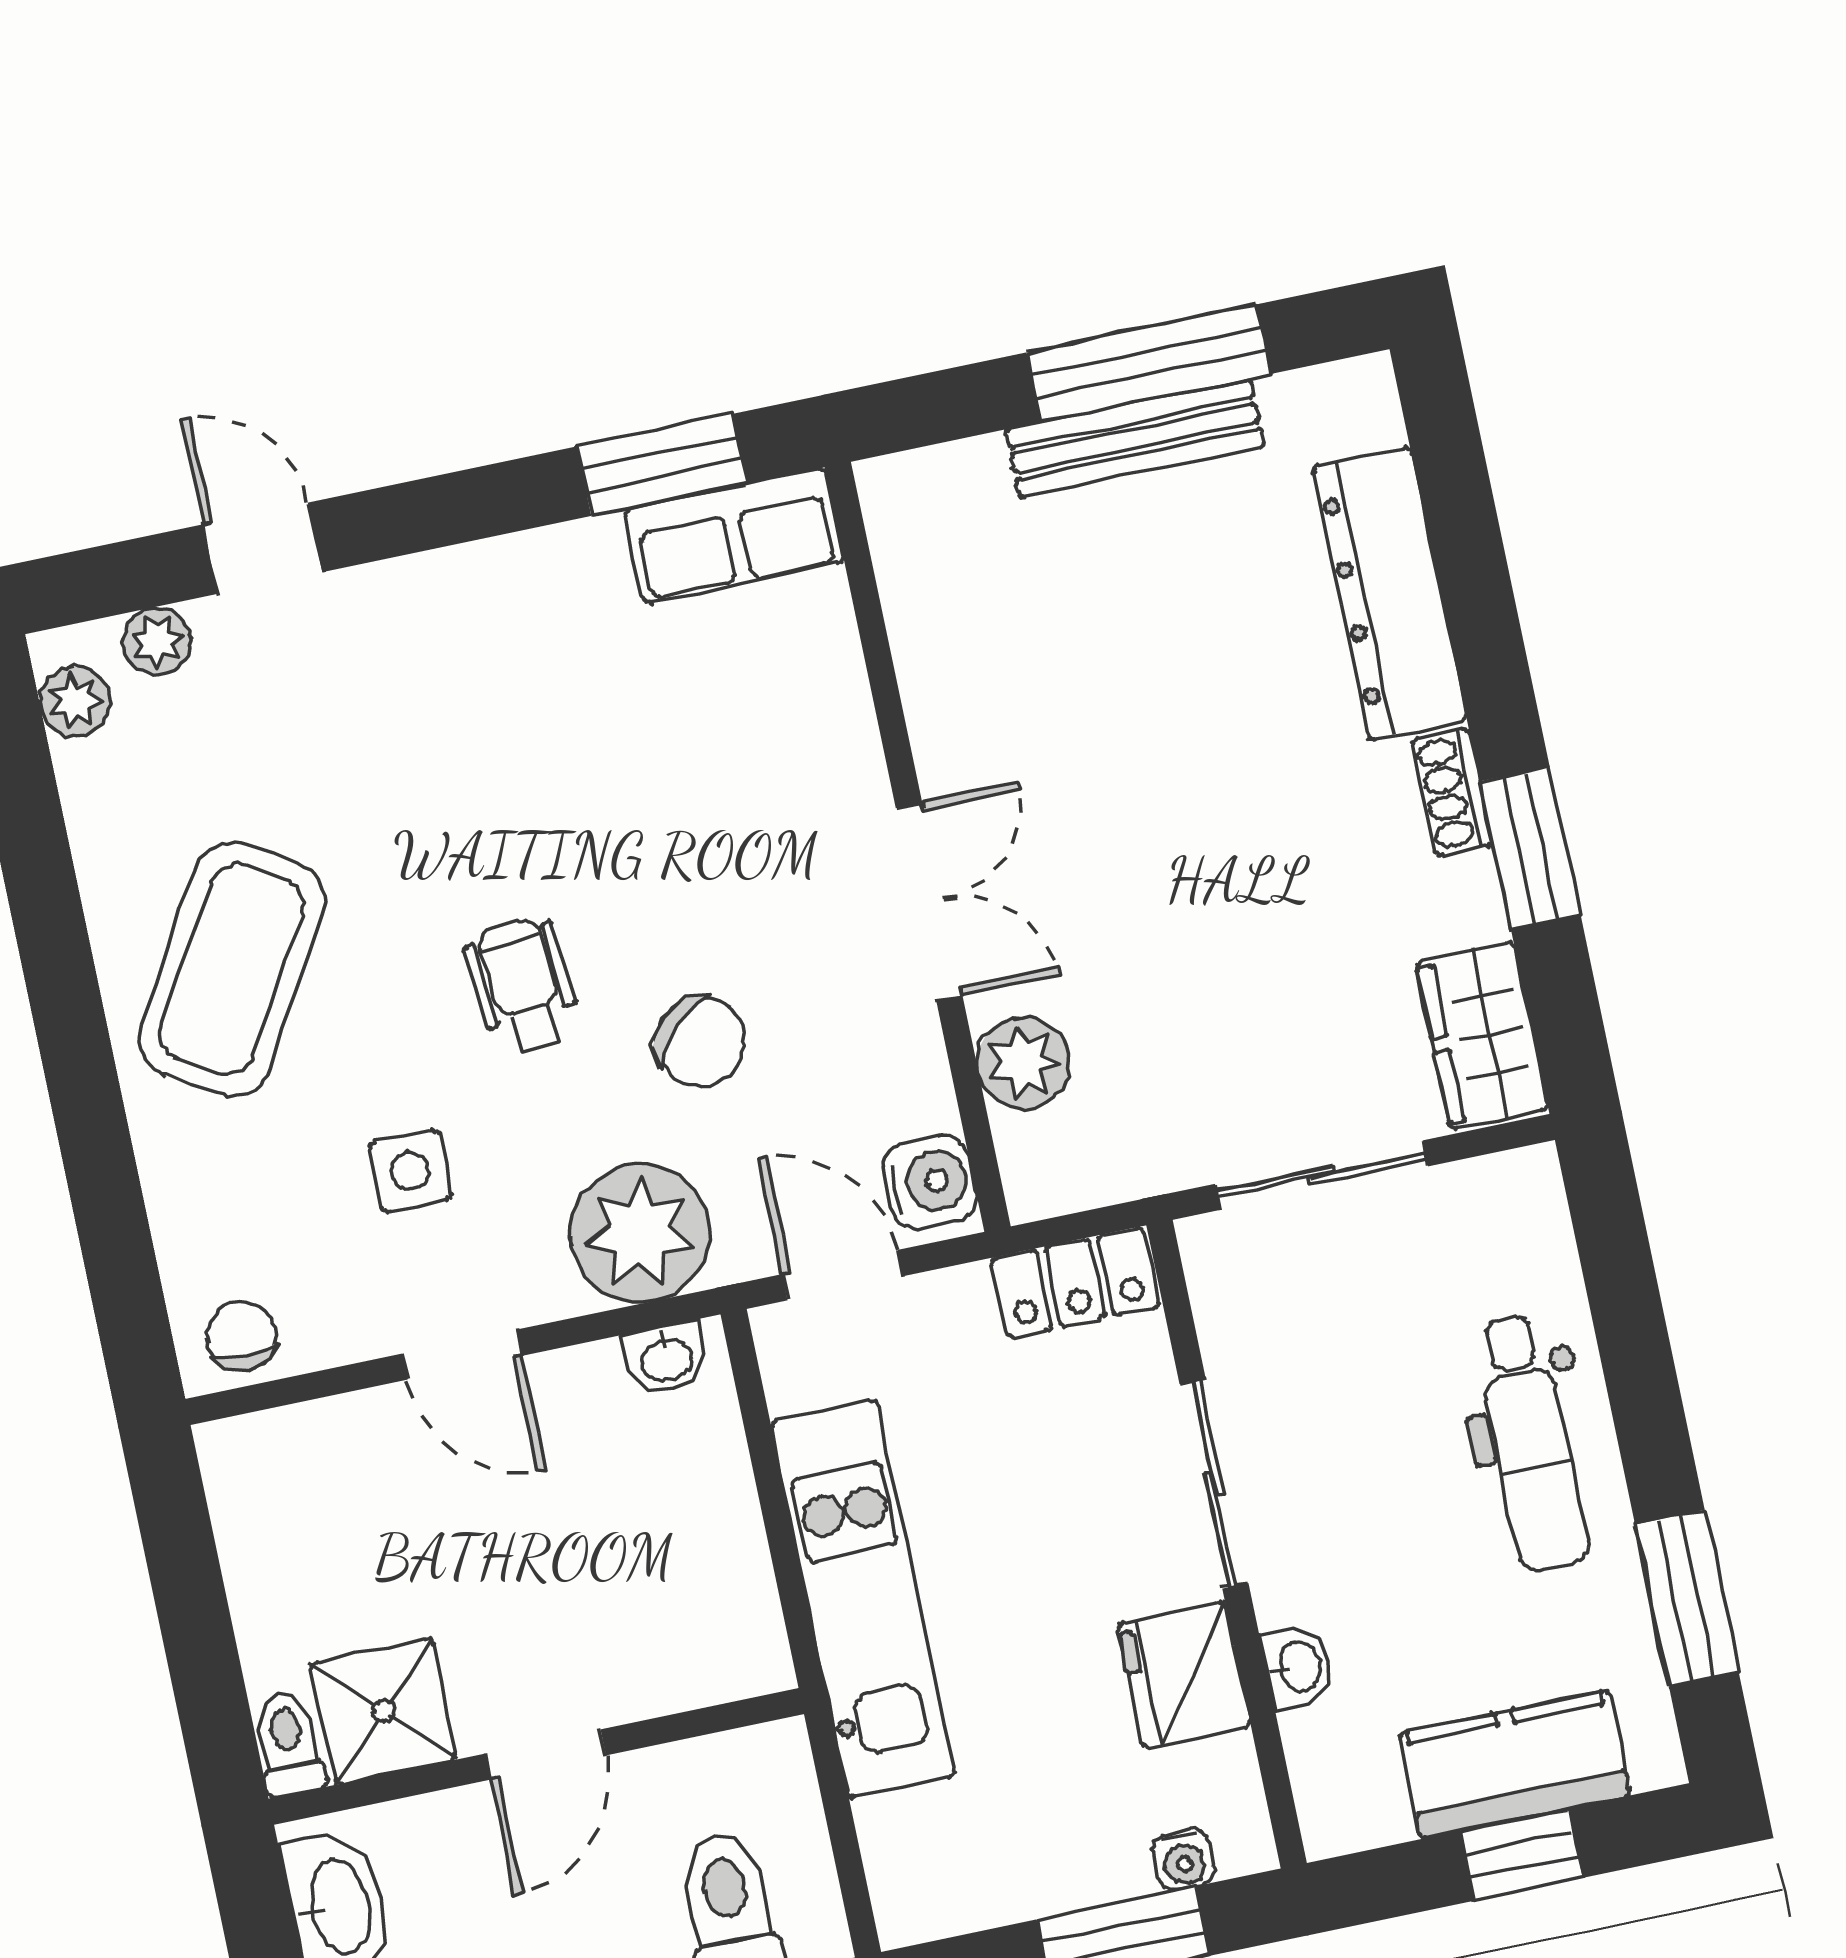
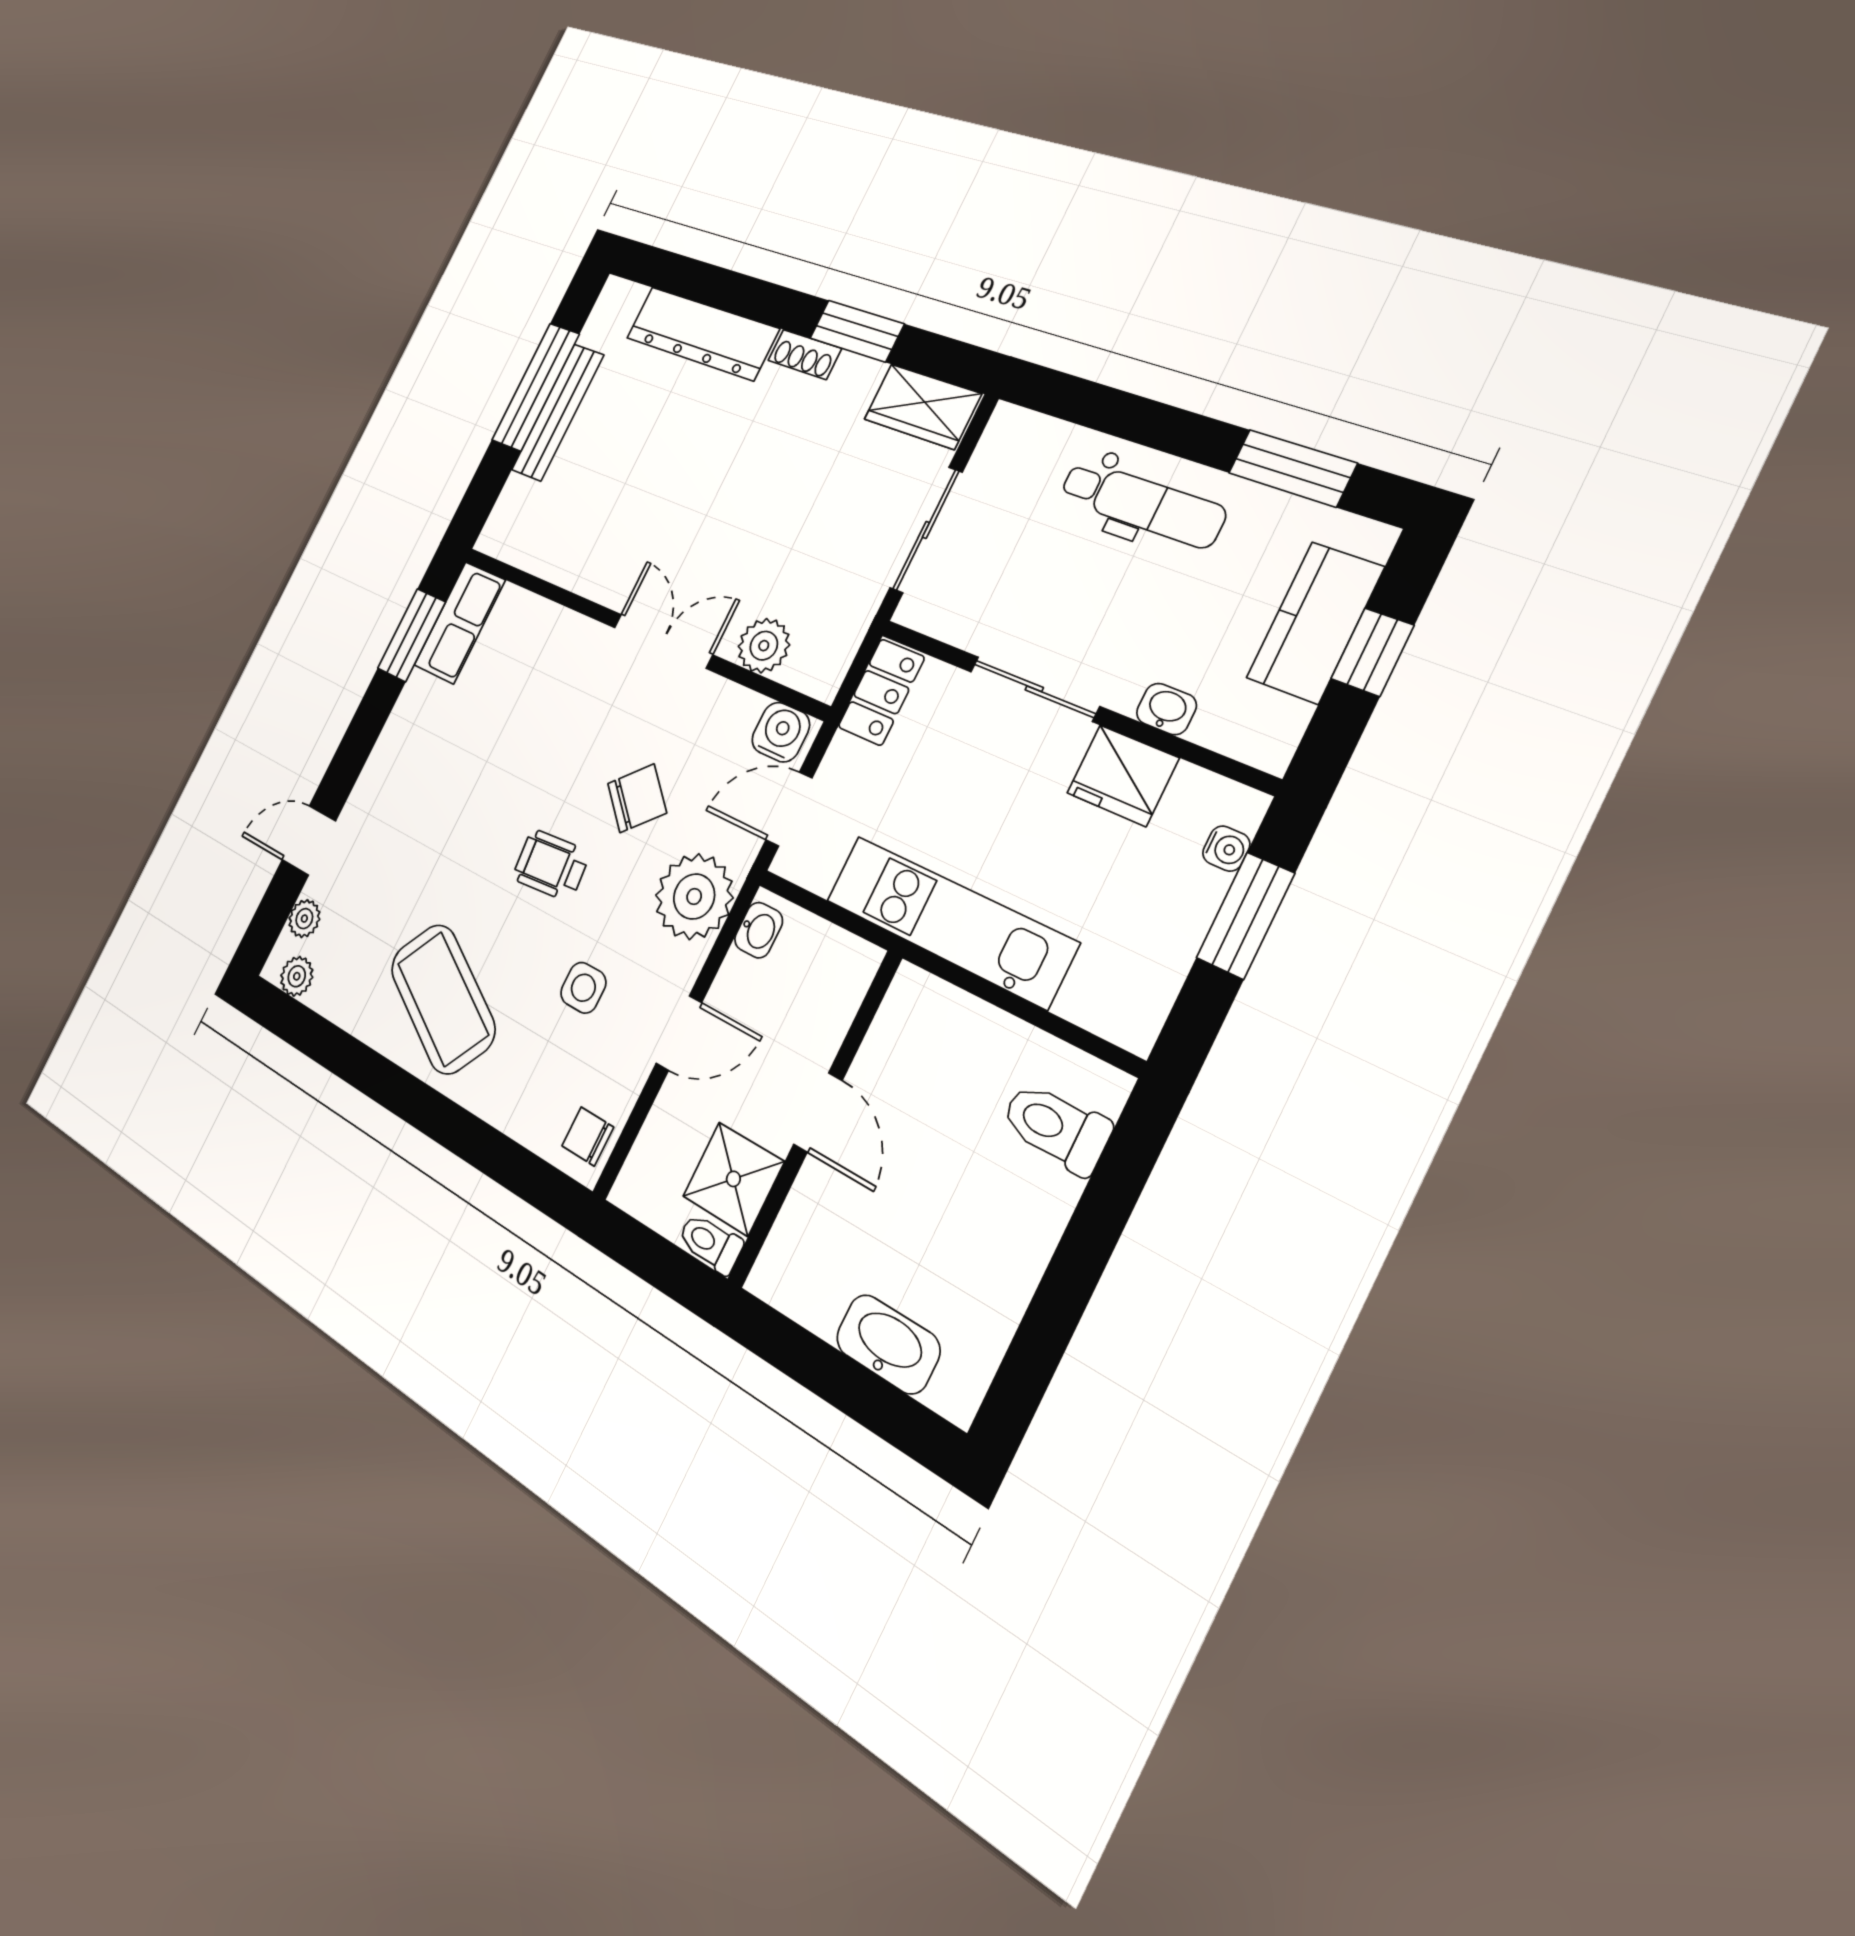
shower: (384, 1711) -> (733, 1179), moved
toilet: (288, 1743) -> (710, 1243), moved
door: (546, 1754) -> (818, 1113), moved
wall: (536, 1756) -> (815, 1118), moved

